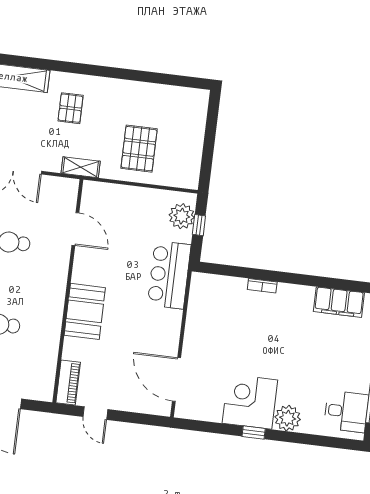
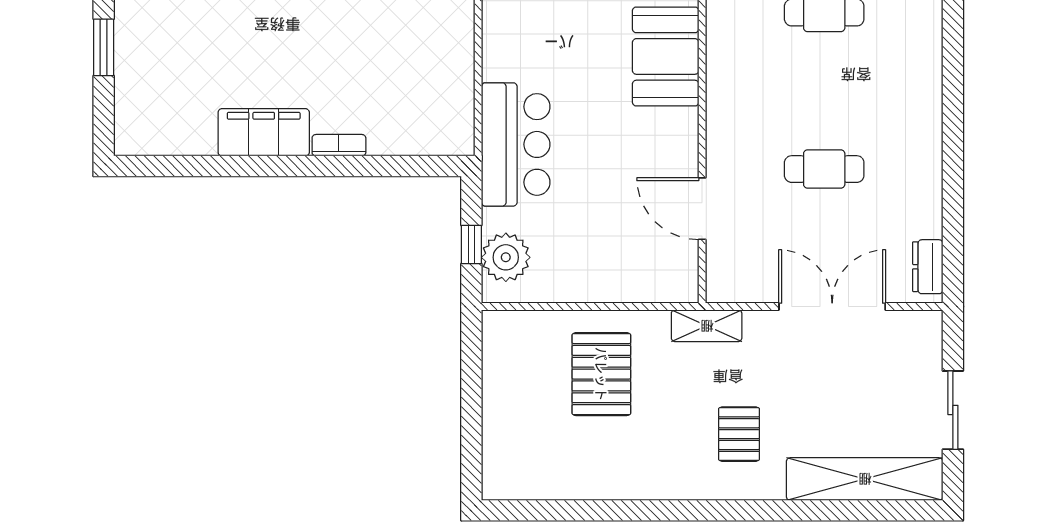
filing cabinet: (339, 302) -> (264, 132), moved

